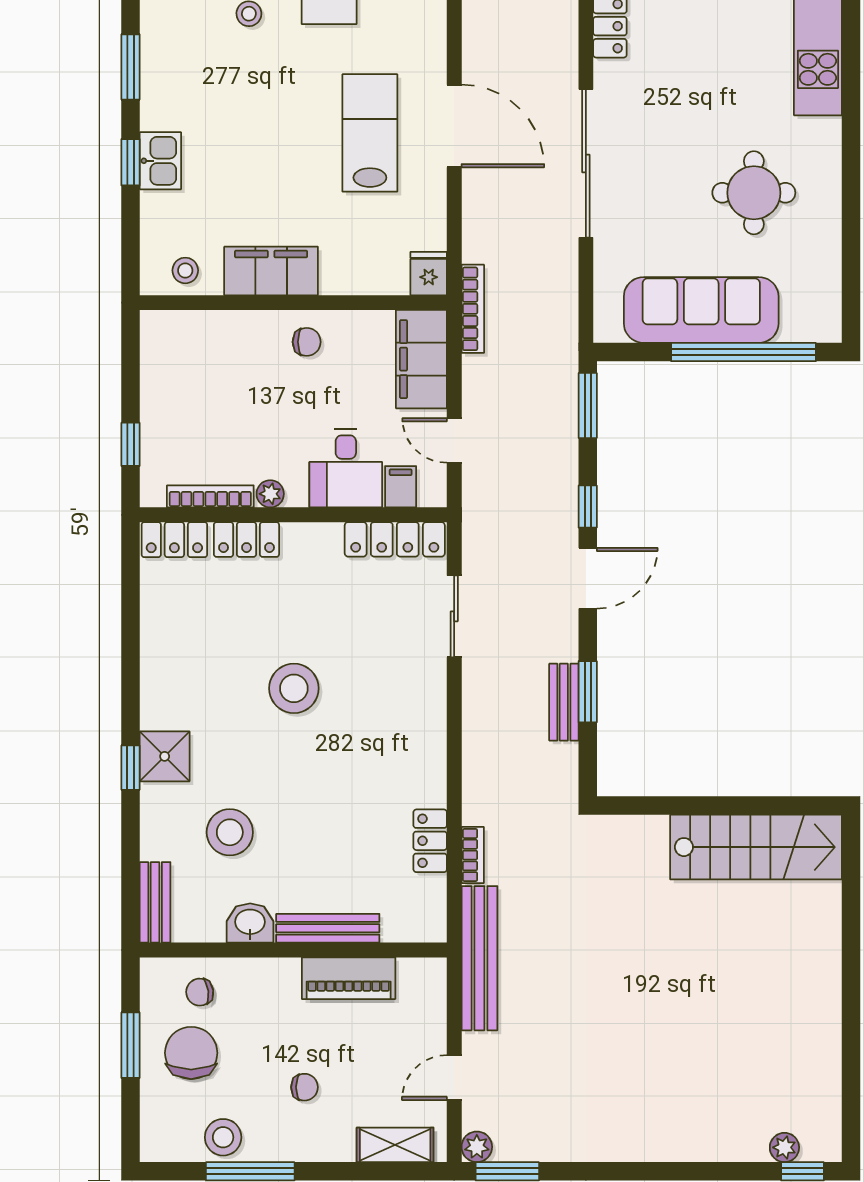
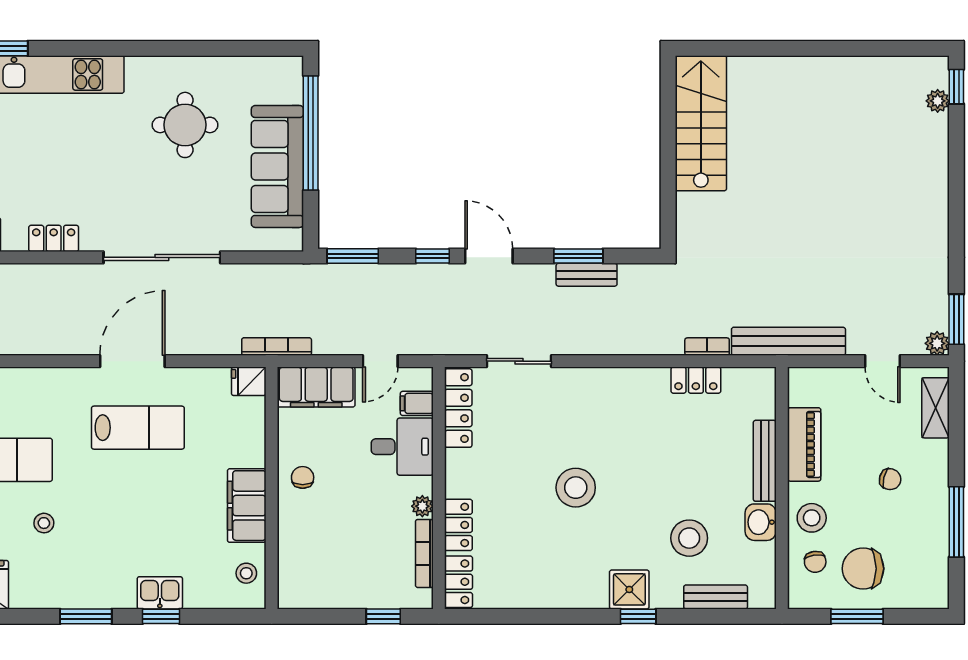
lab bench: (370, 133) -> (138, 428), turned 180
bench: (155, 902) -> (716, 597), moved
chair: (304, 1087) -> (890, 479), turned 104
stool: (223, 1137) -> (812, 518), moved

